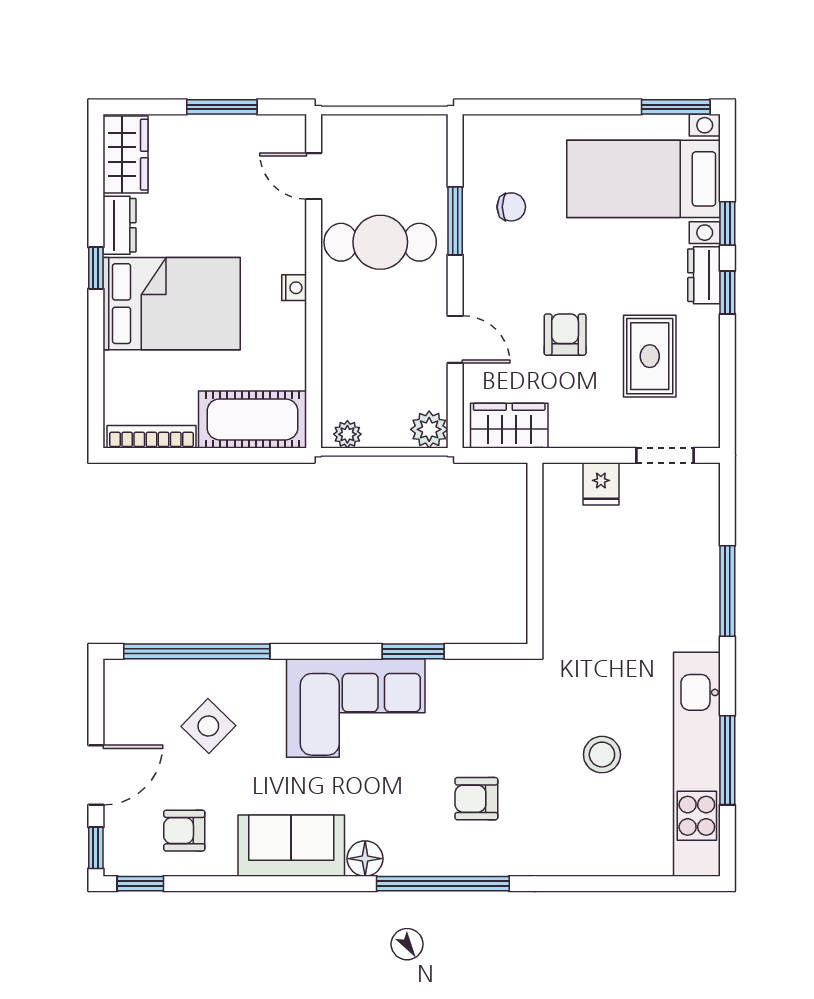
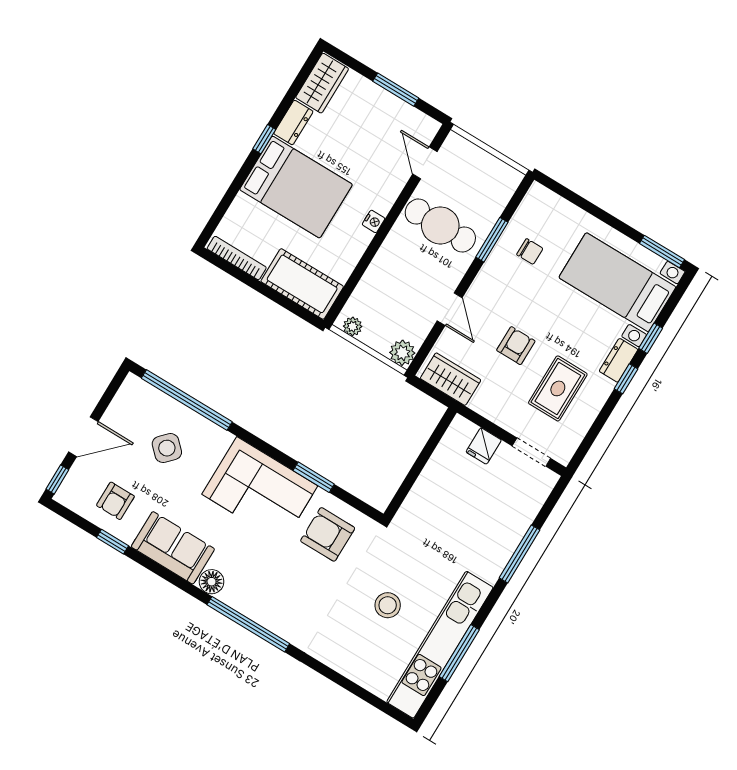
armchair: (476, 799) -> (328, 534), moved, width x1.38, depth x1.38
armchair: (184, 831) -> (115, 501), turned -90
window: (140, 884) -> (113, 542), moved

